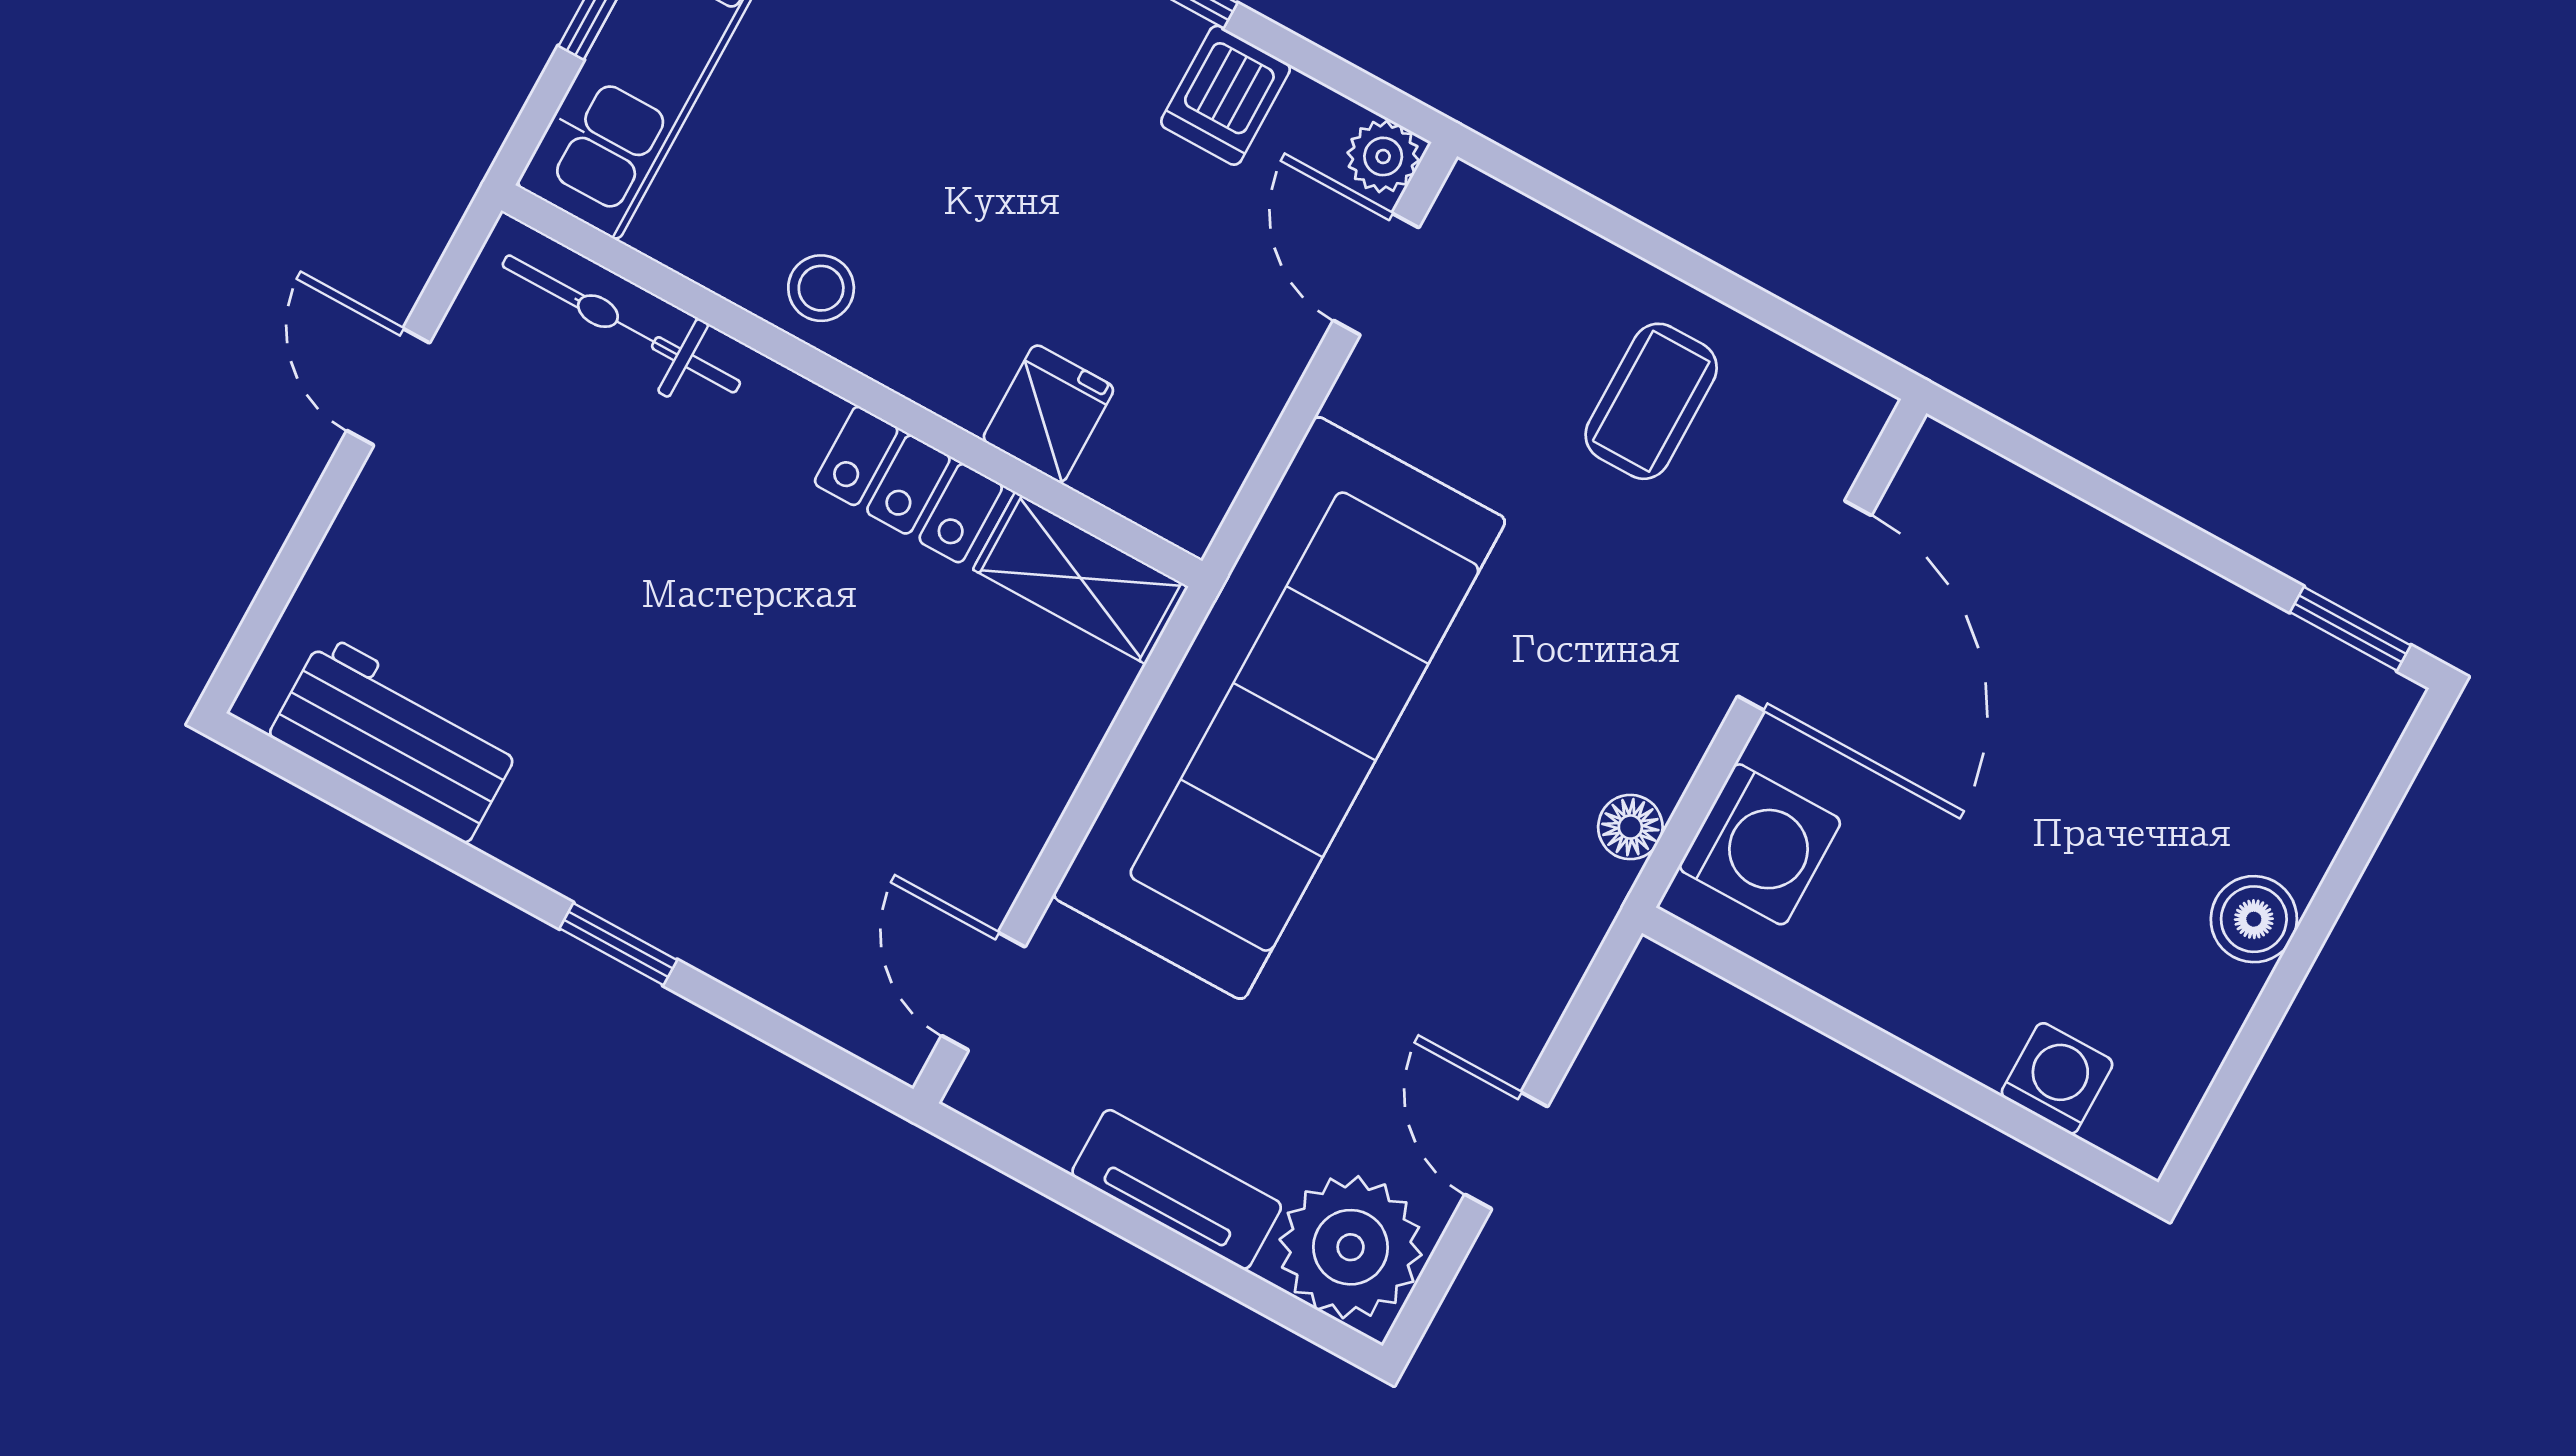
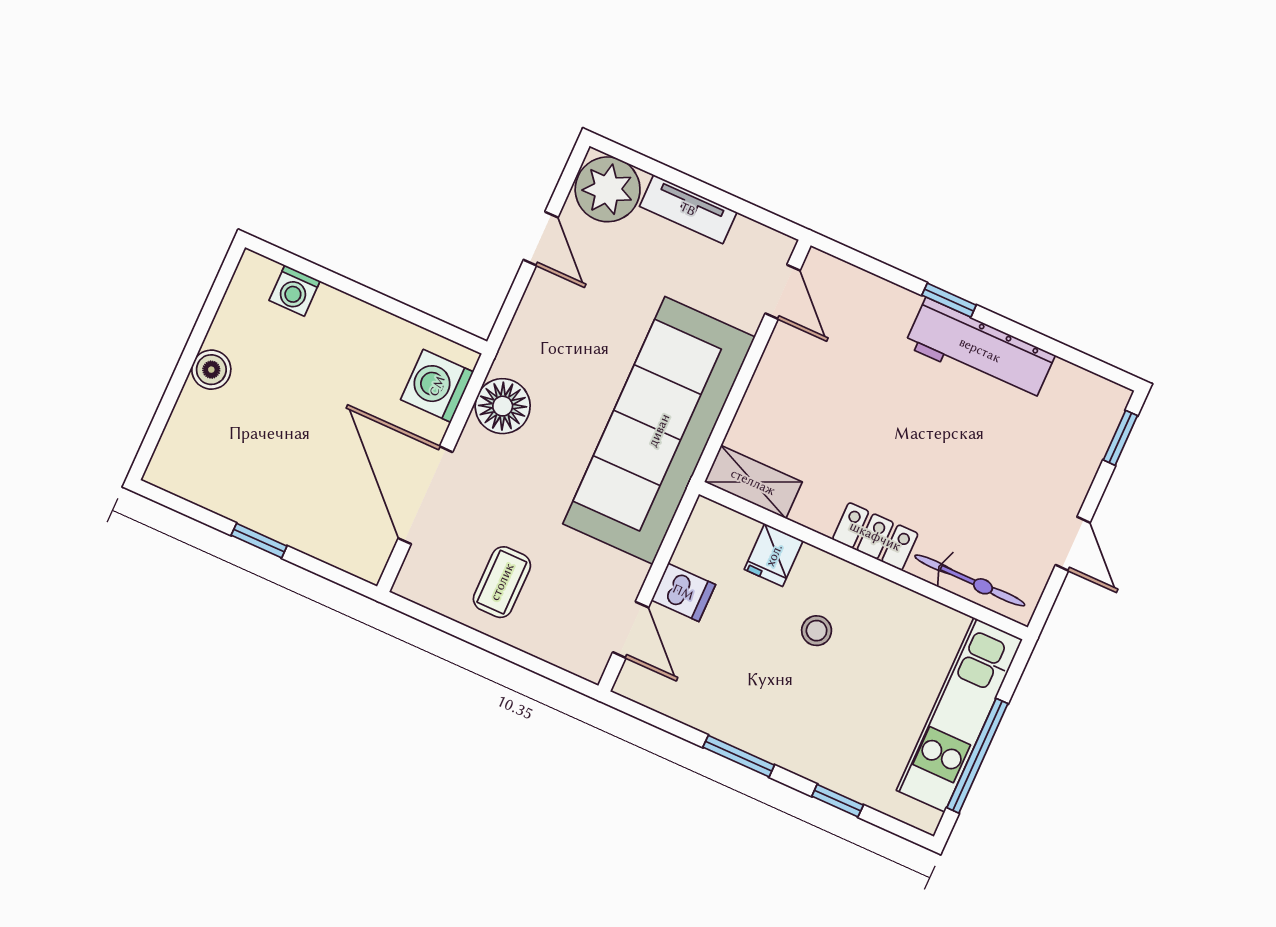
dishwasher: (1226, 95) -> (683, 592), moved, turned 90
plant: (1383, 156) -> (632, 683), removed
stool: (821, 288) -> (817, 631), moved
locker: (908, 485) -> (875, 536), moved
window: (265, 612) -> (1120, 438), added
window: (2350, 629) -> (259, 541), moved
workbench: (396, 739) -> (980, 350), moved, width x1.38
floor lamp: (1630, 827) -> (503, 406), width x1.89, depth x1.89

